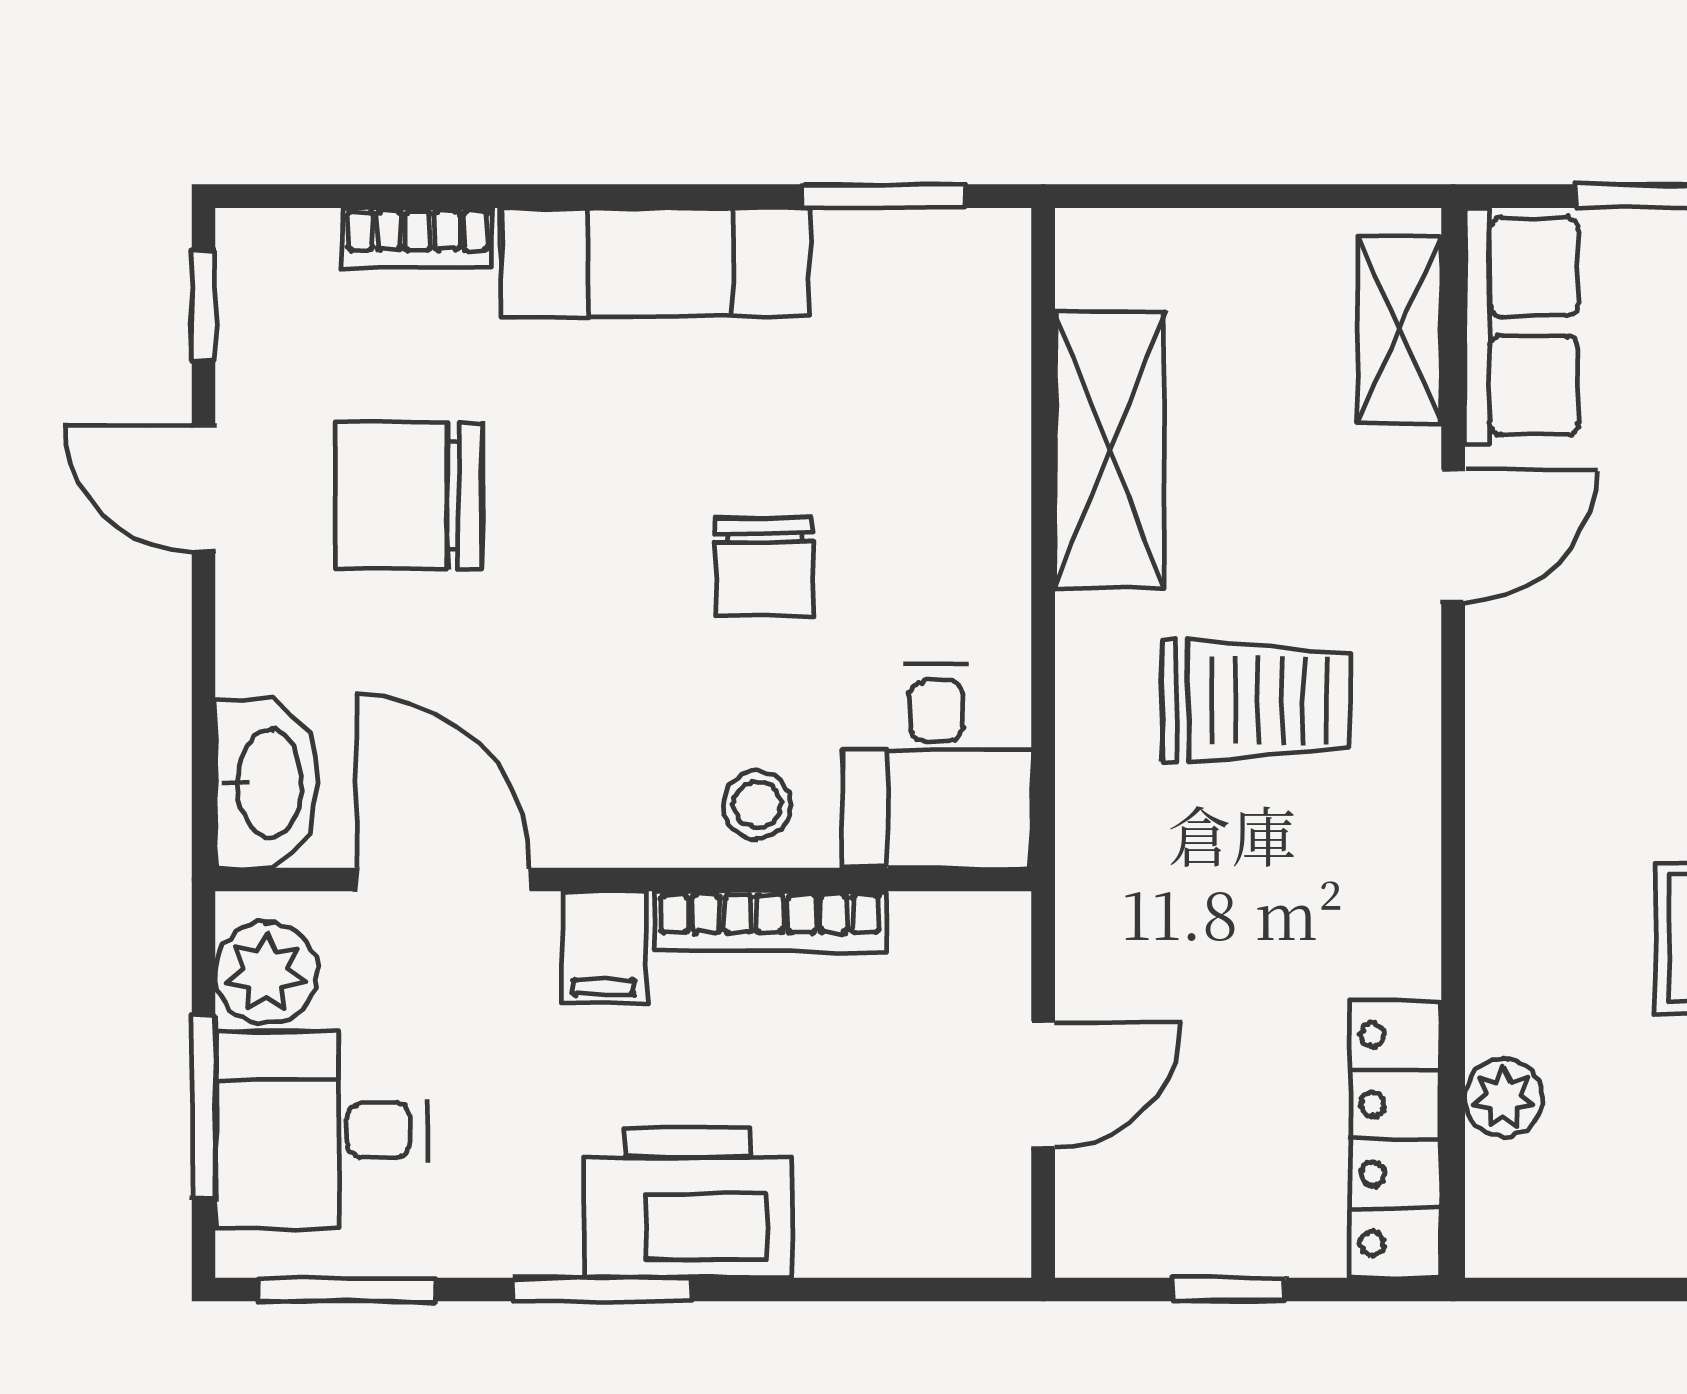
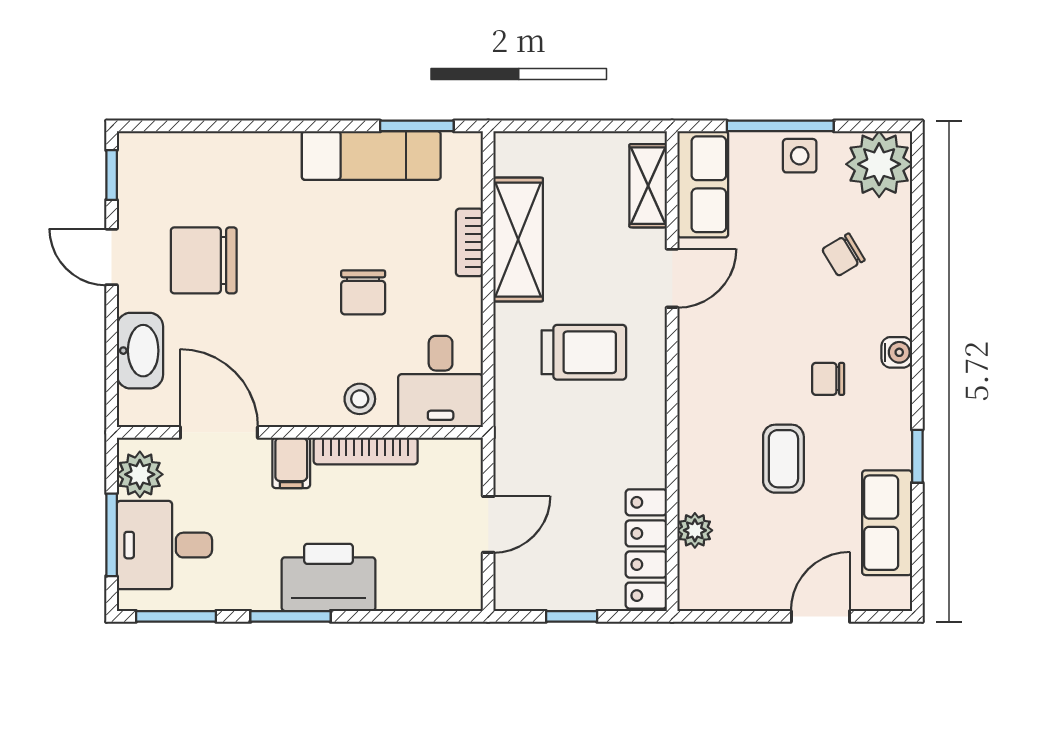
bookcase: (418, 238) -> (469, 242), moved, turned 90
exam couch: (656, 262) -> (371, 155), moved
washbasin: (267, 783) -> (140, 351), moved

